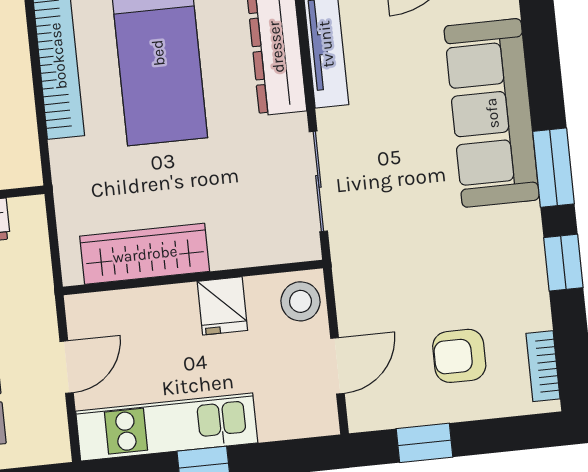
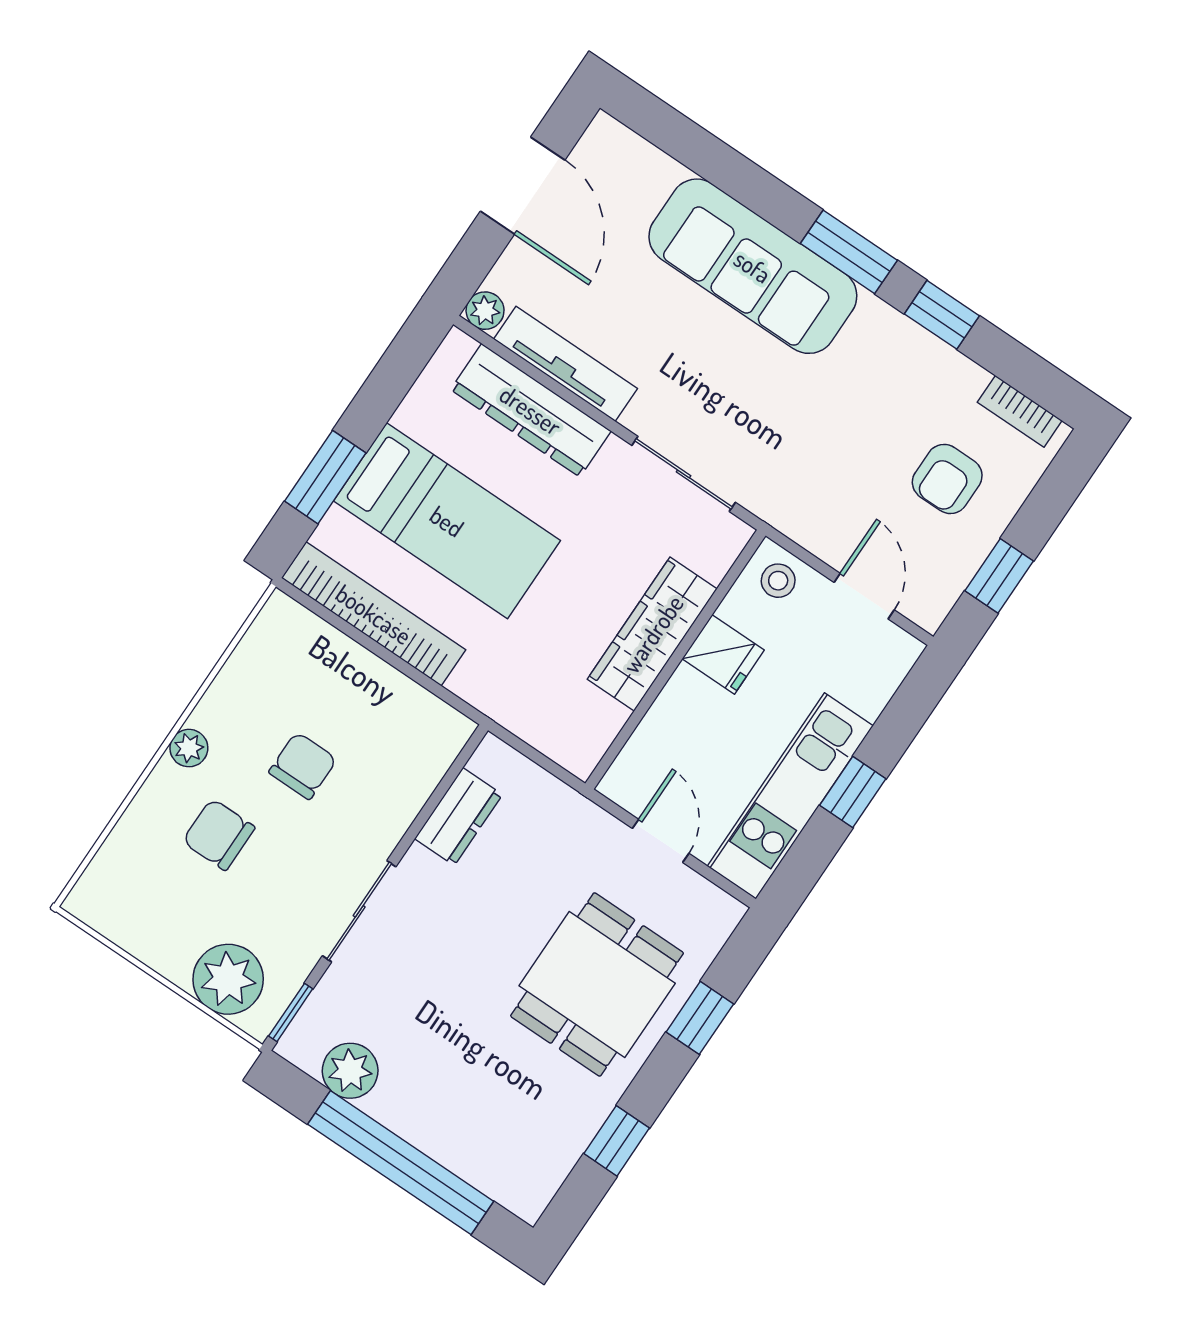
wardrobe: (145, 254) -> (652, 634), moved
stool: (300, 301) -> (778, 581), width x0.73, depth x0.73

